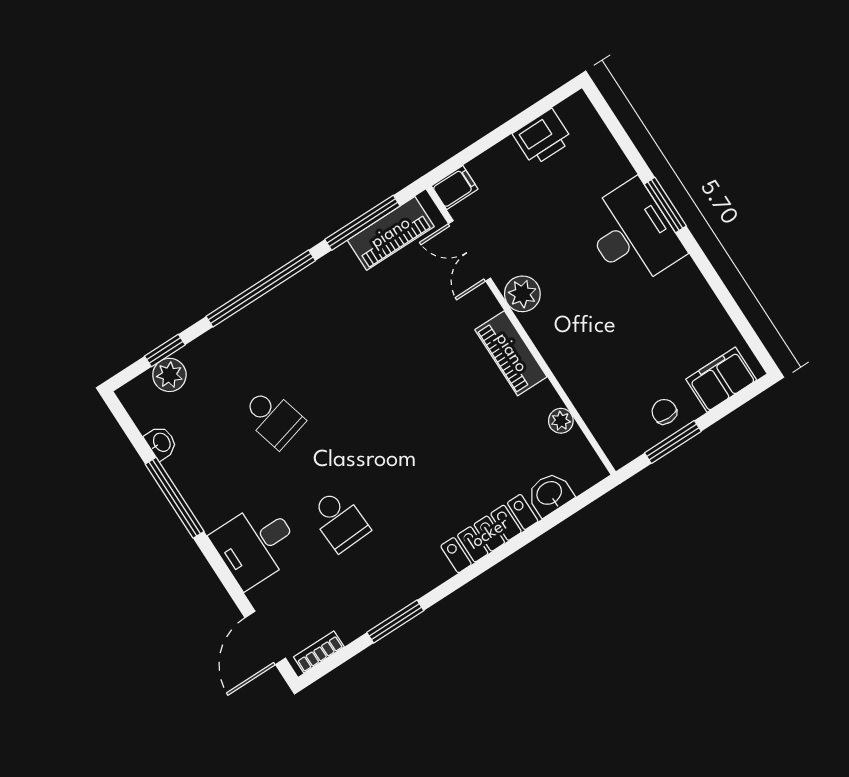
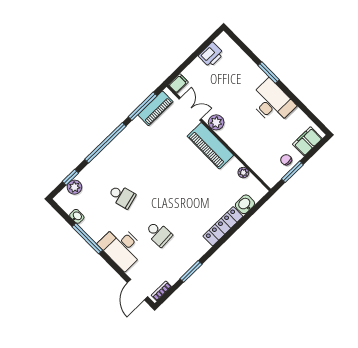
desk: (632, 234) -> (272, 102), moved
double door: (469, 251) -> (190, 109), swing flipped
piano: (511, 353) -> (210, 146), width x1.37, depth x1.33
desk: (256, 544) -> (122, 247), width x1.37

